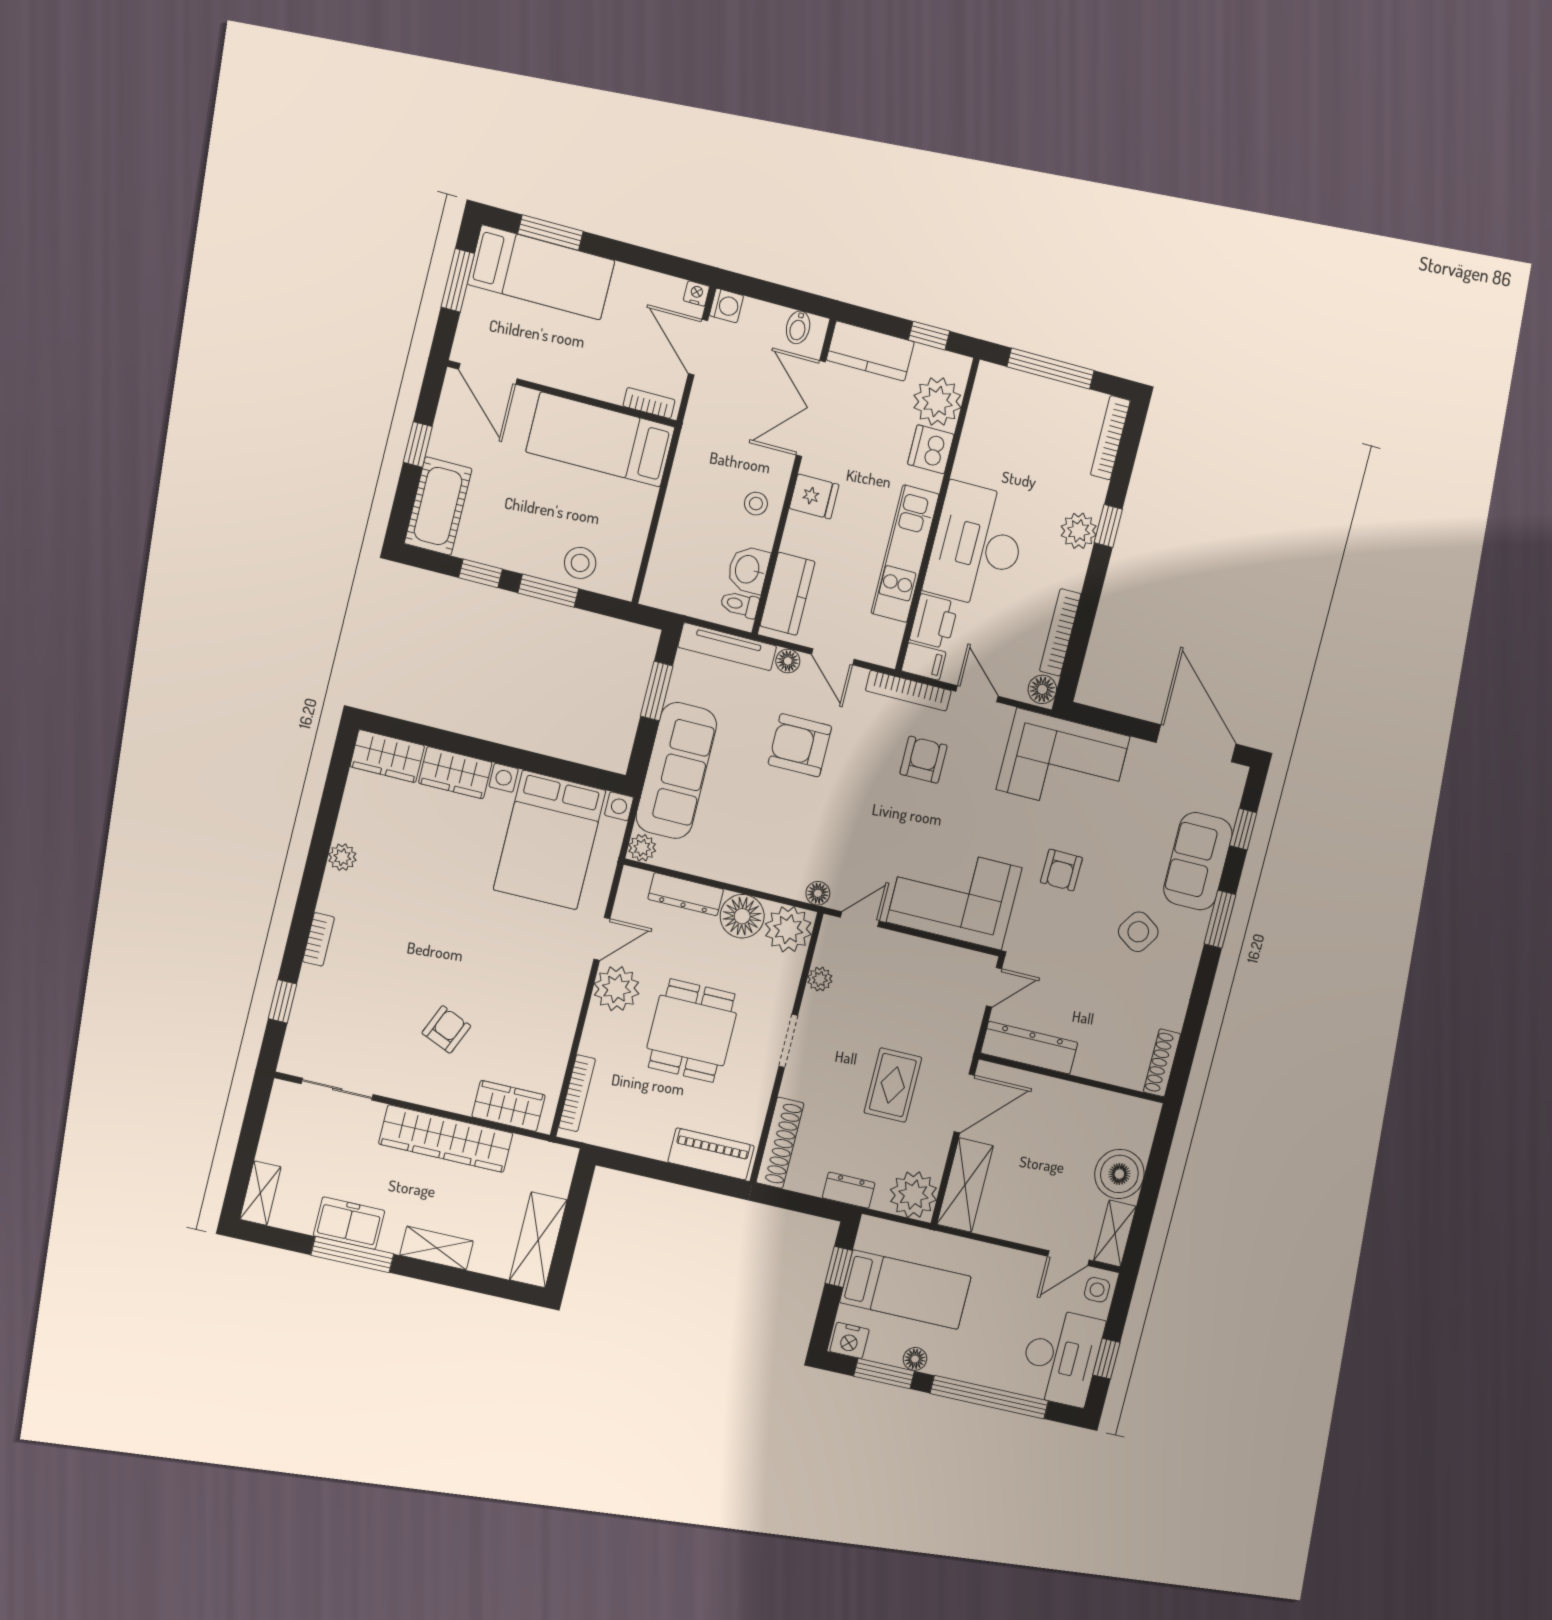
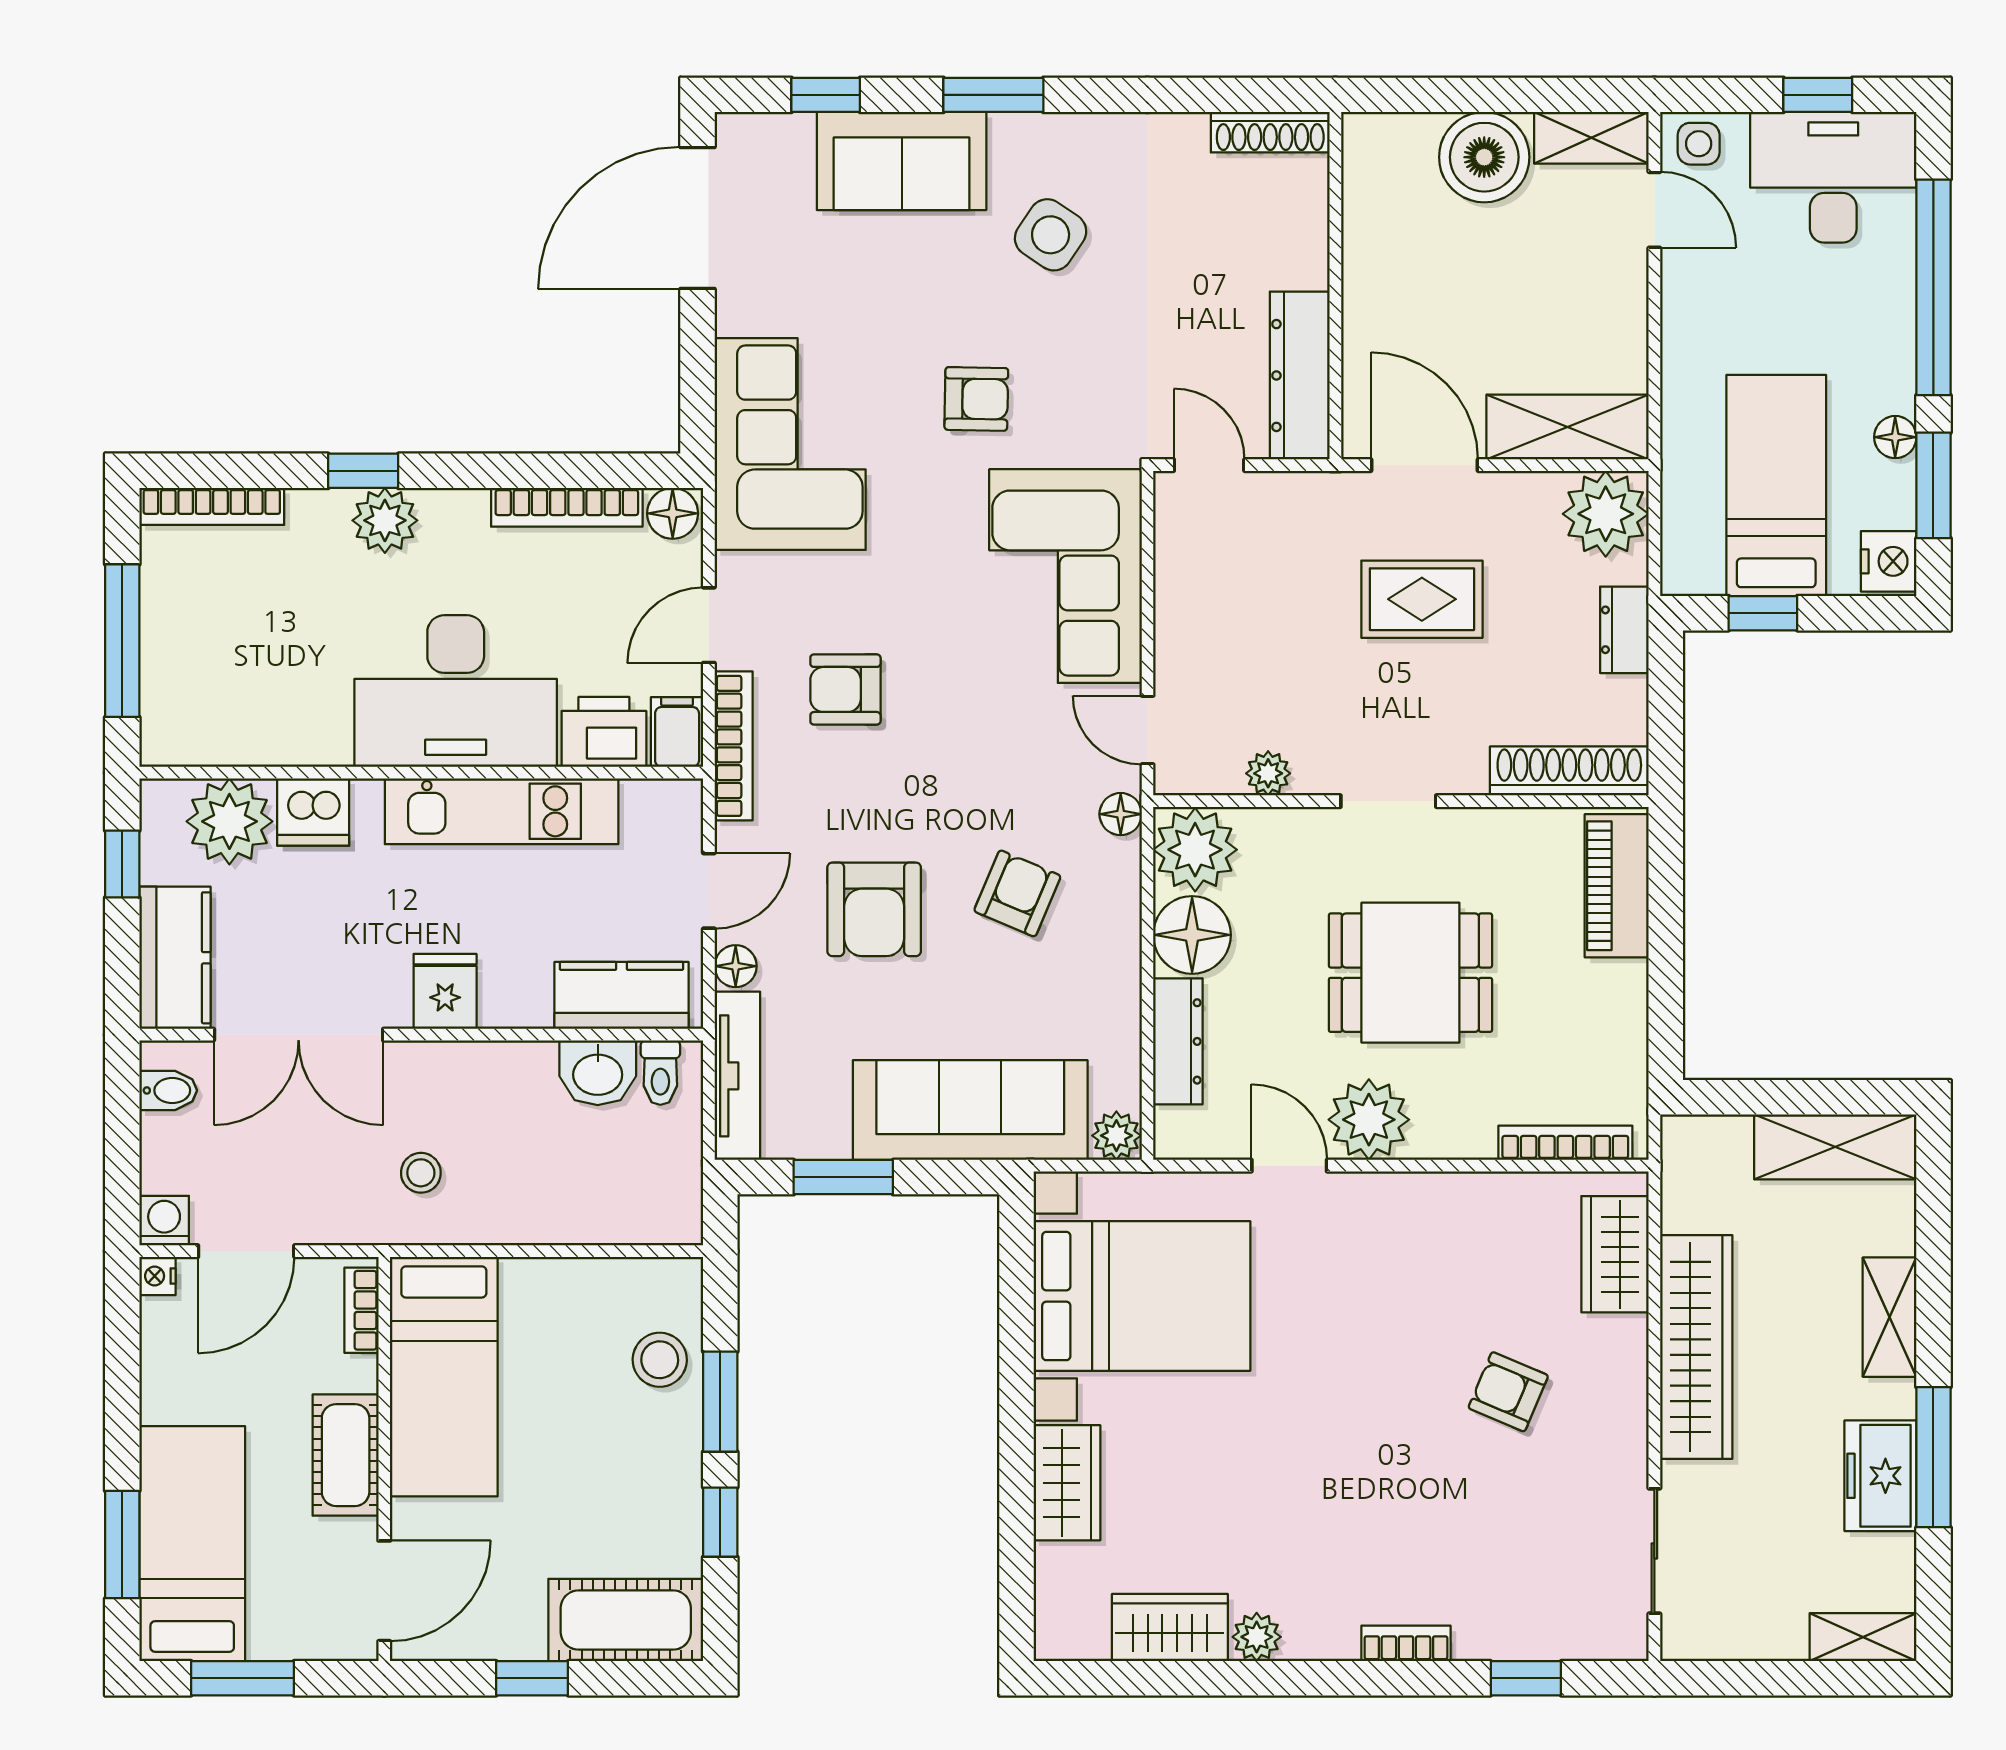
cot: (570, 372) -> (346, 1455), added
stool: (756, 504) -> (421, 1173), moved
wardrobe: (387, 756) -> (1170, 1628), moved, turned -90
armchair: (789, 826) -> (1017, 893), added

